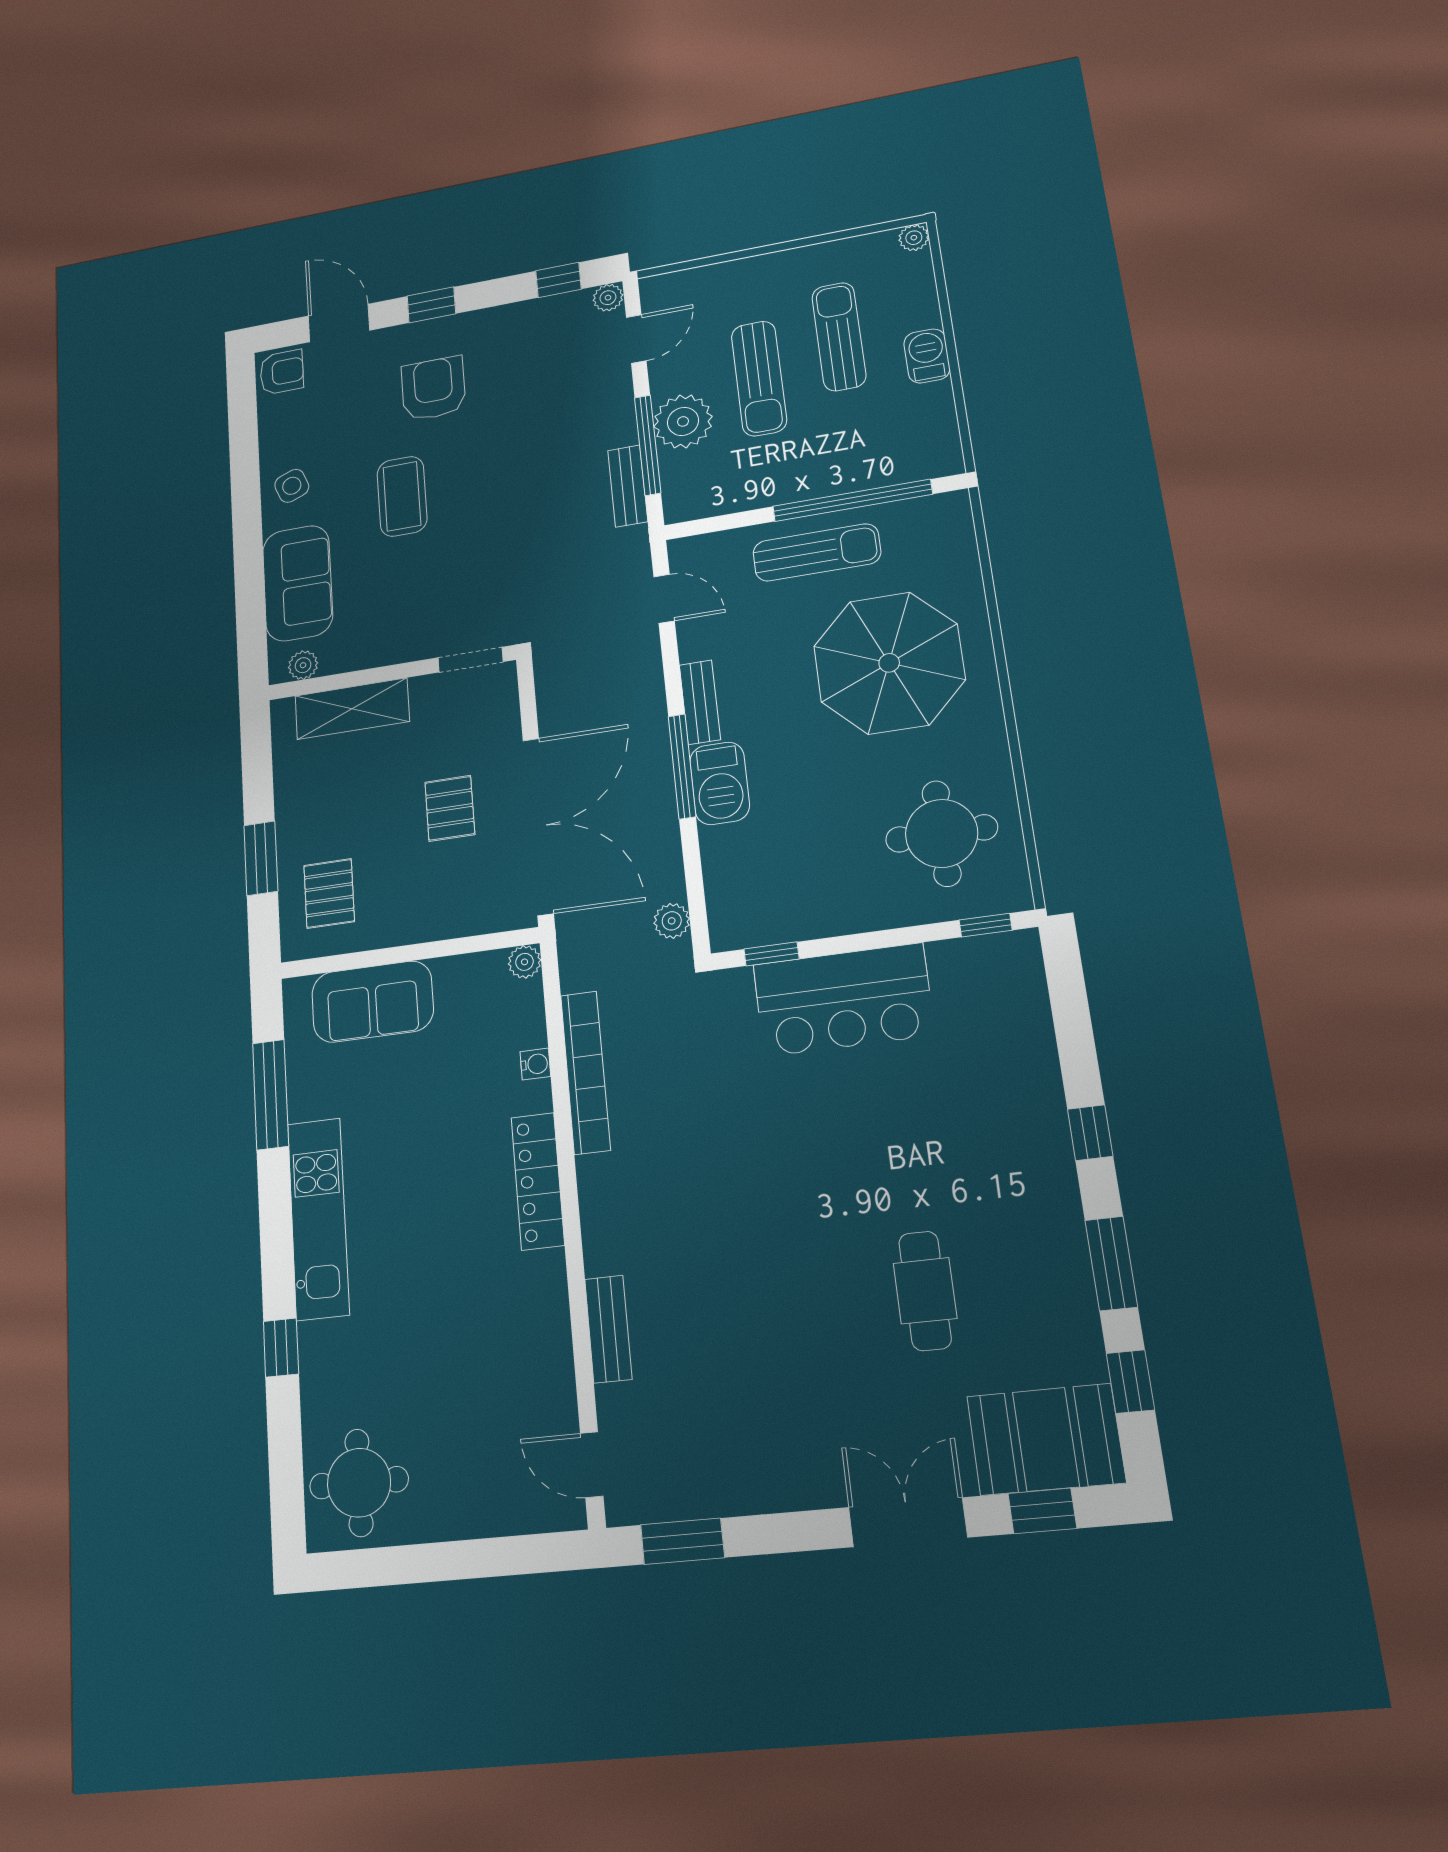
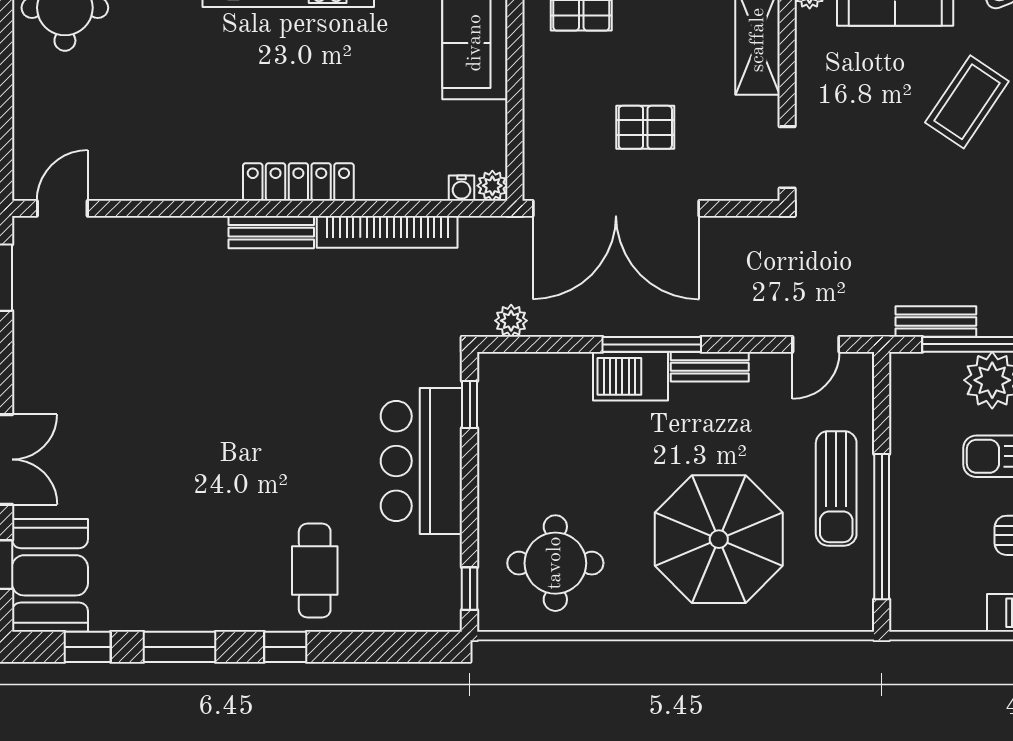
coffee table: (402, 496) -> (967, 102), turned -56
water cooler: (535, 1064) -> (461, 188), moved
cafe table: (925, 1291) -> (315, 571), moved, turned 90
bench: (608, 1329) -> (271, 232), moved

